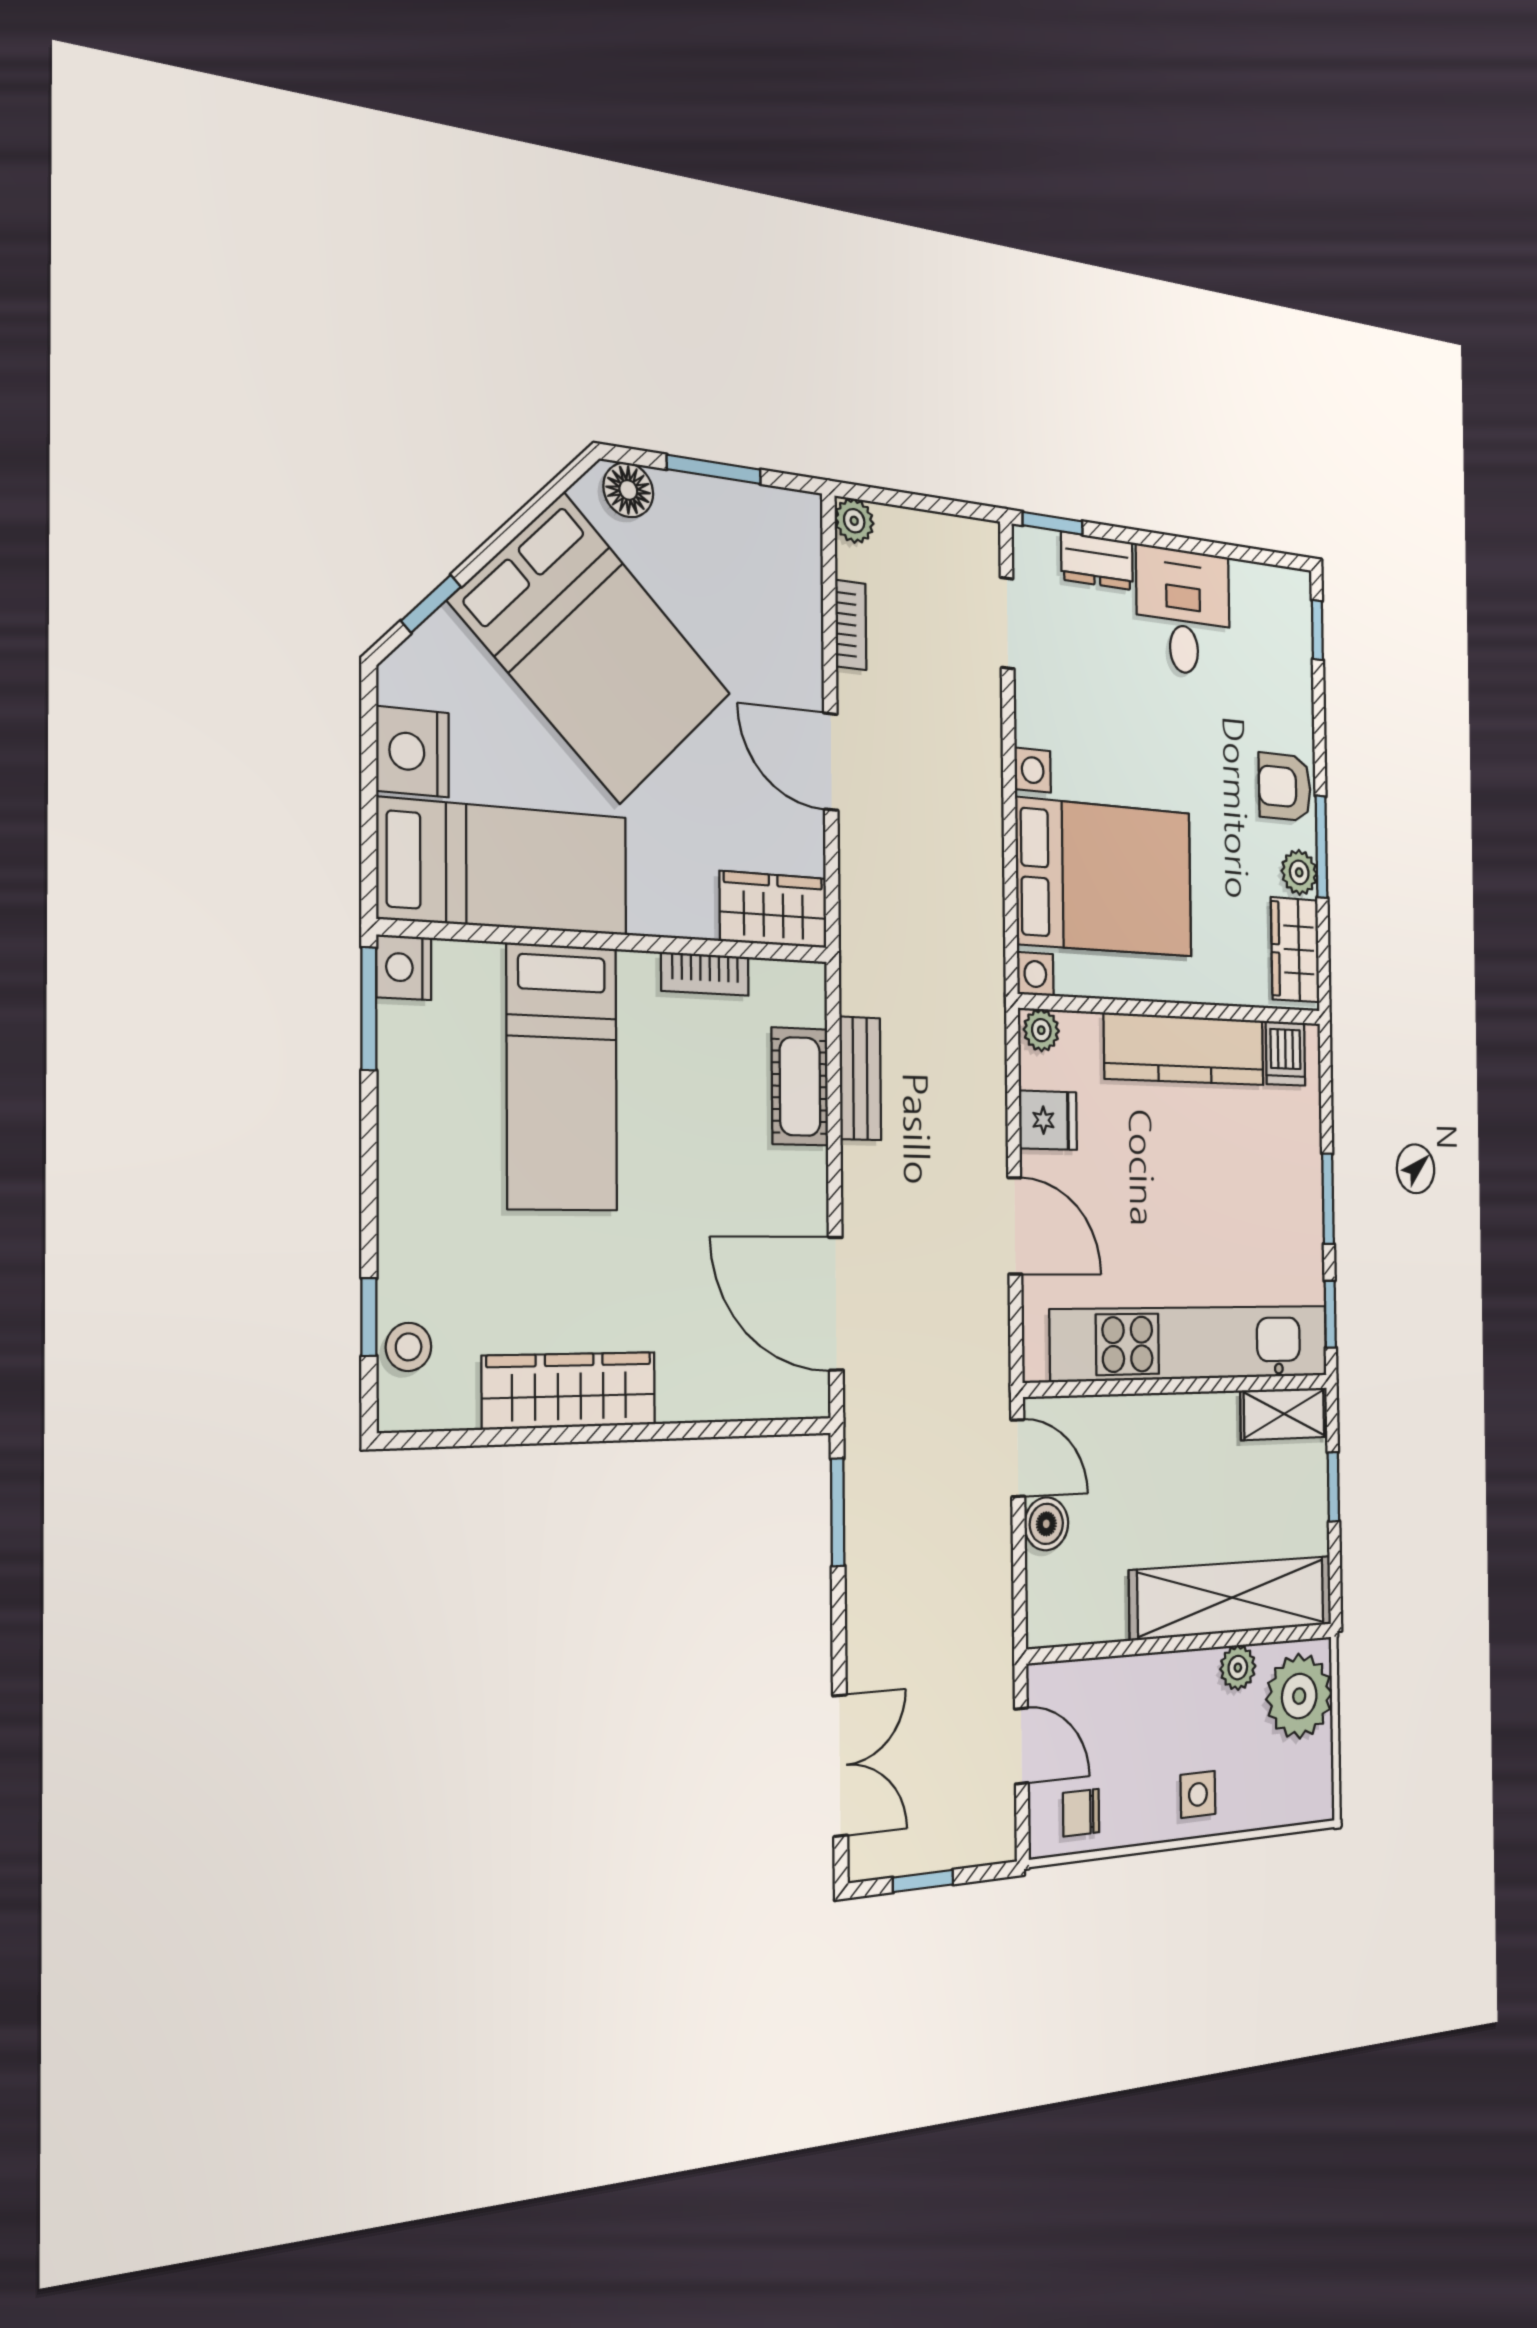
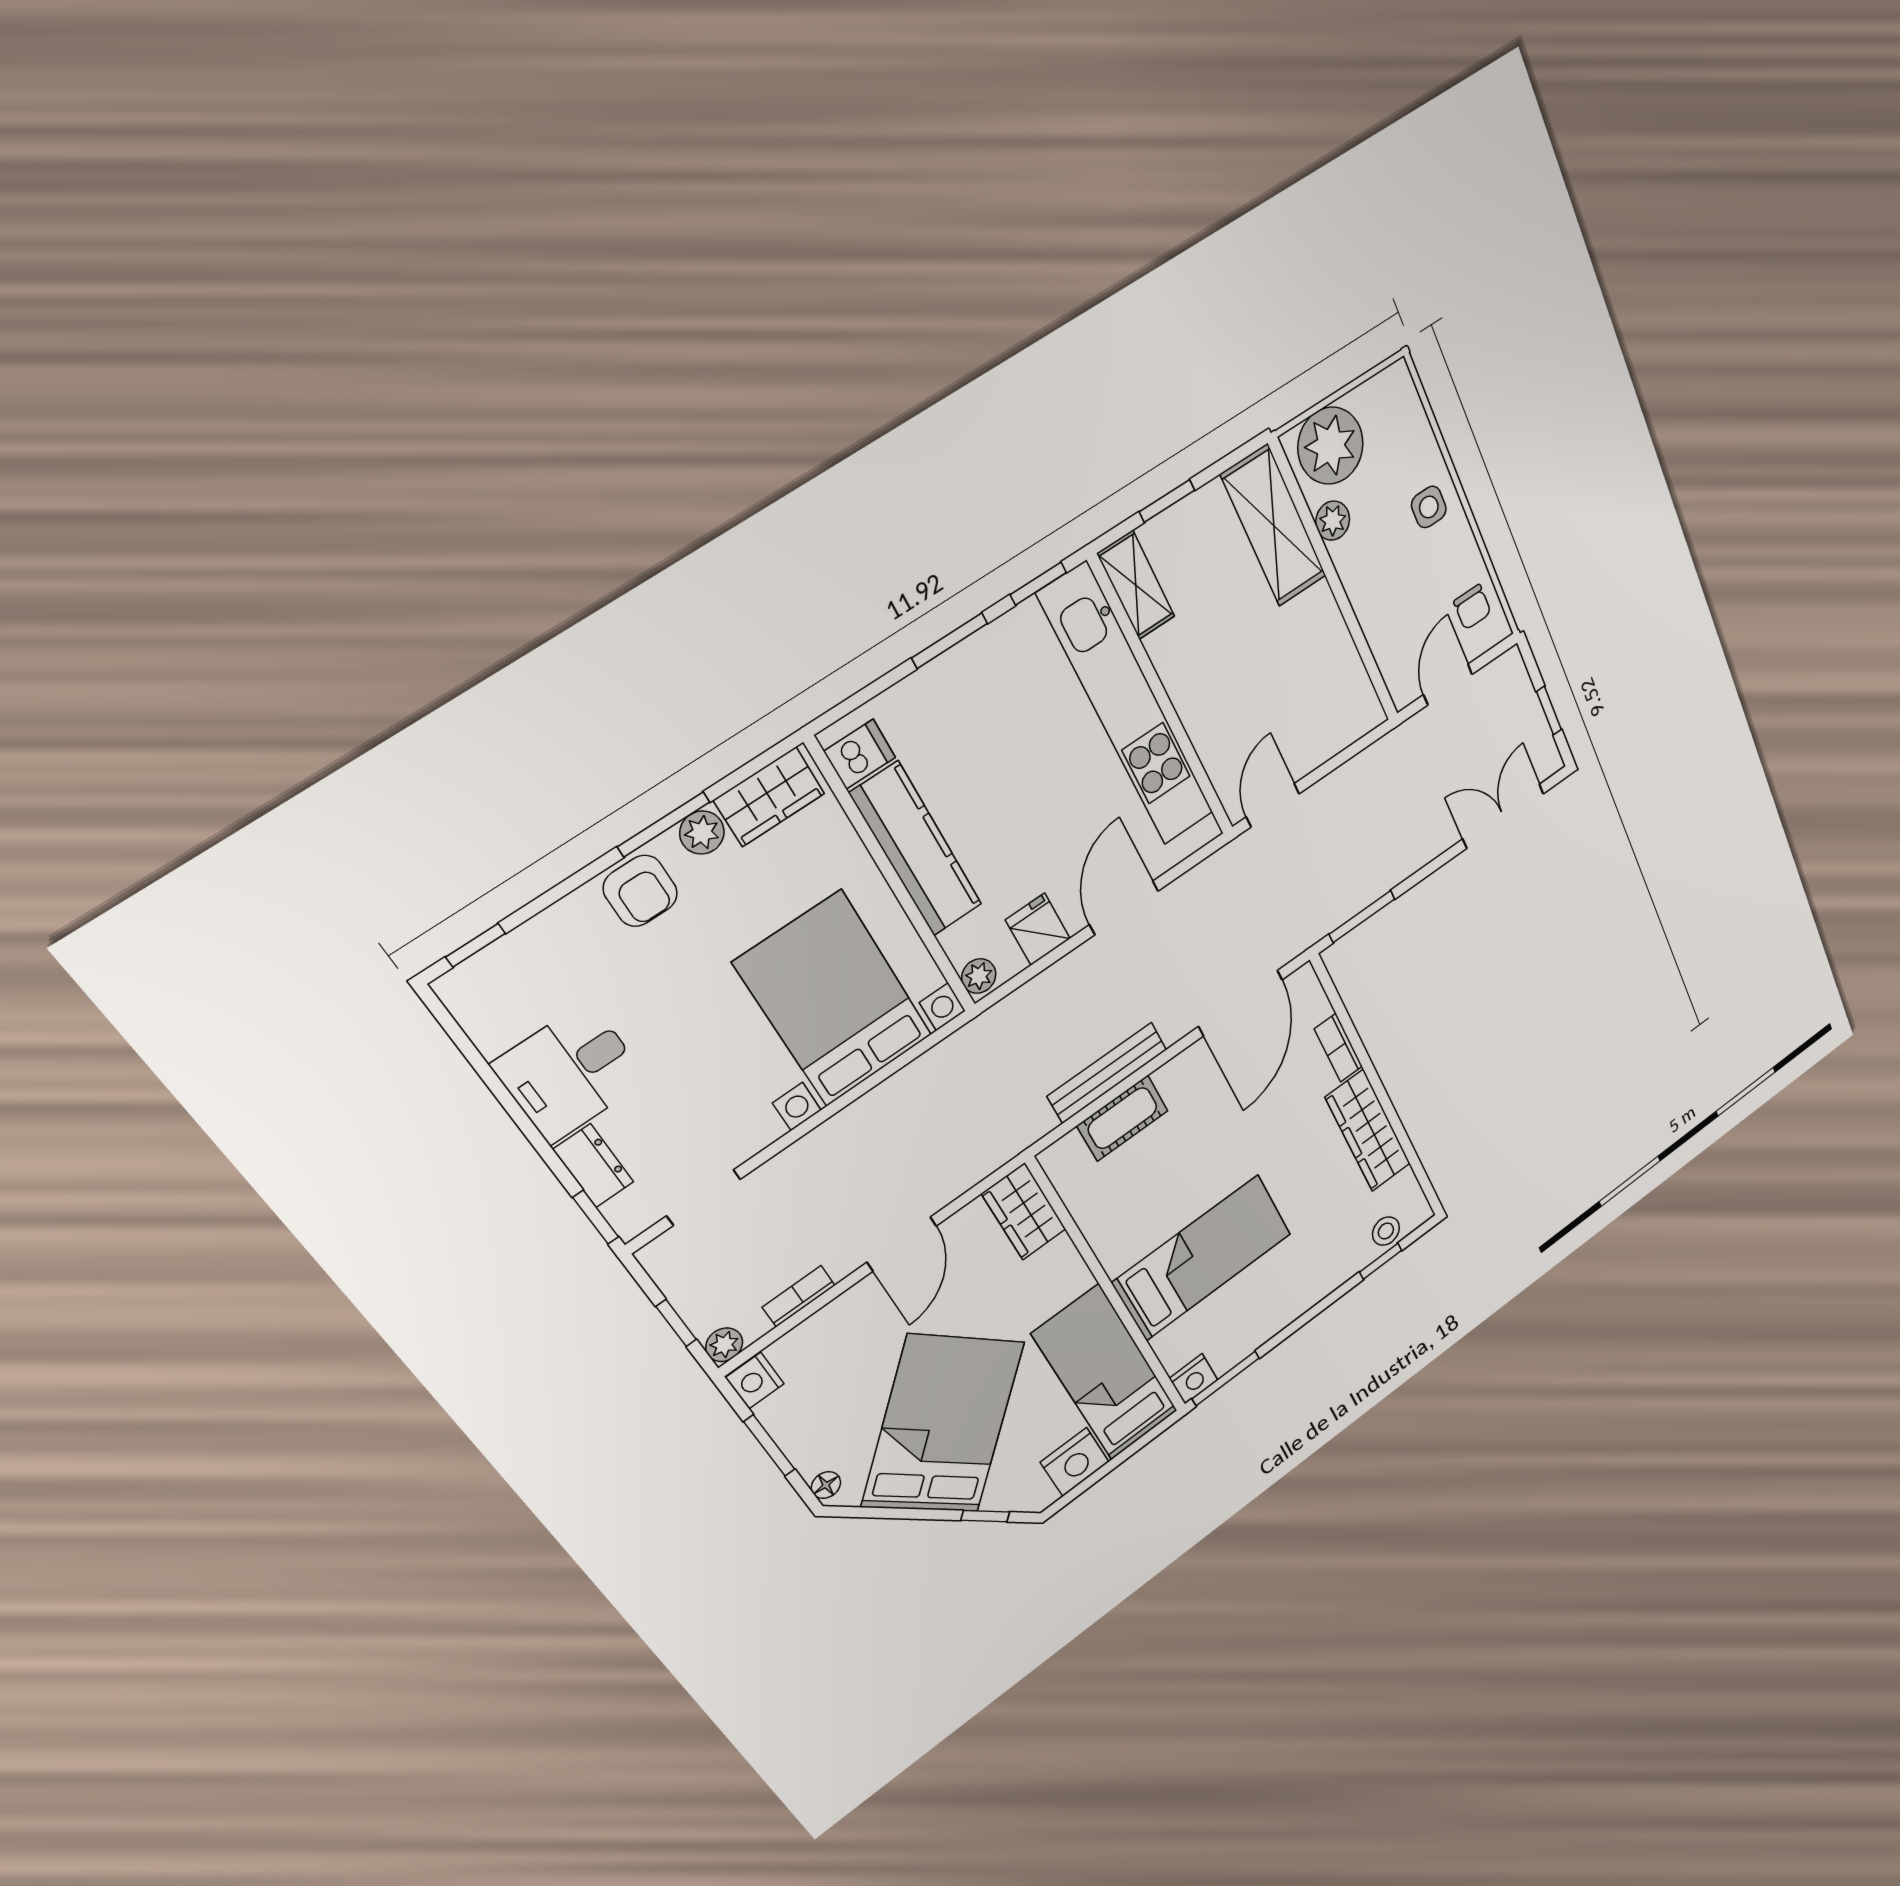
floor lamp: (628, 490) -> (826, 1485), width x0.73, depth x0.73
window: (908, 500) -> (676, 1323), added
nightstand: (795, 515) -> (755, 1381), added
bookcase: (705, 974) -> (1338, 1048), moved, turned 180
bench: (860, 1078) -> (1107, 1073), width x1.36
boiler: (1046, 1524) -> (1304, 754), removed
shelving: (1232, 1598) -> (1274, 526), width x0.68

